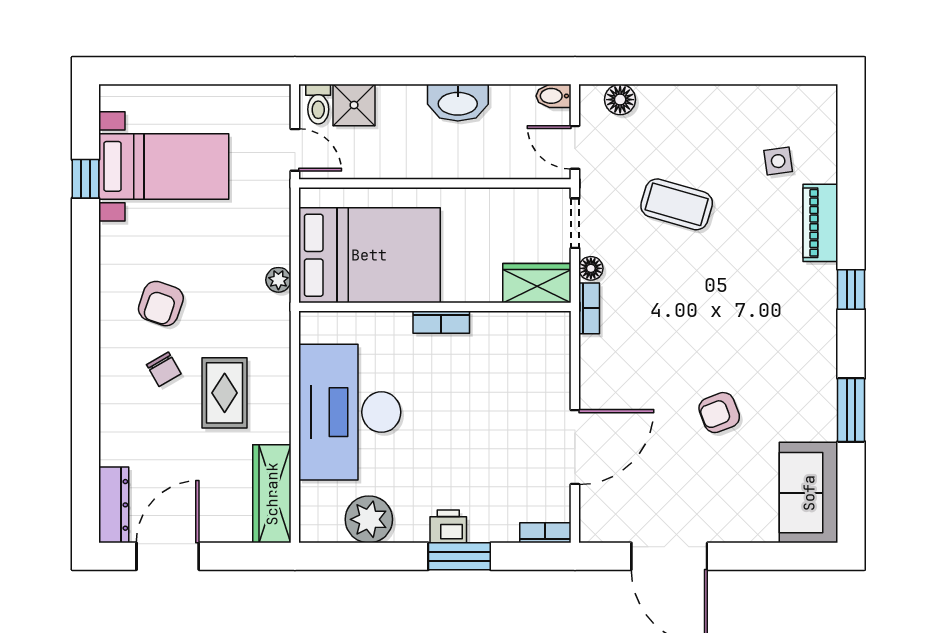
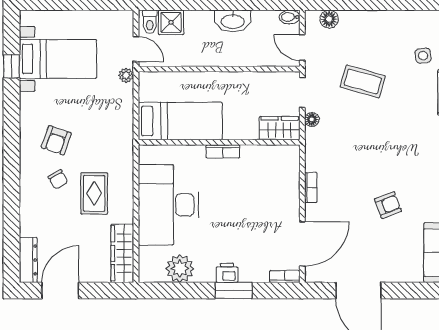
bed: (369, 255) -> (180, 121), width x0.67
plant: (278, 280) -> (126, 75), moved
bookcase: (589, 308) -> (311, 188), moved
armchair: (719, 413) -> (388, 205), turned 180
door: (575, 447) -> (302, 244), moved

